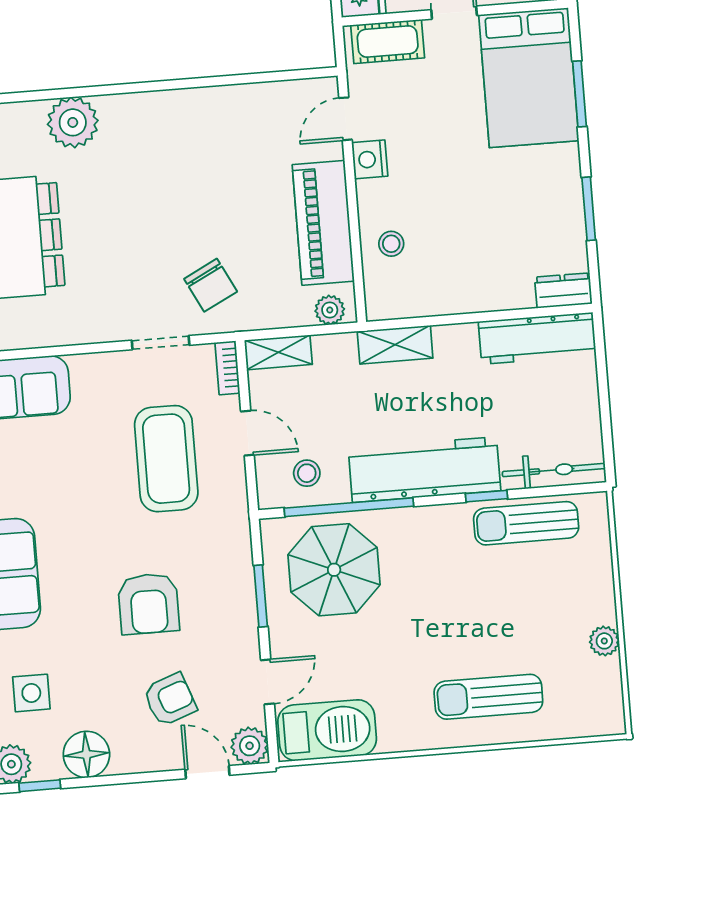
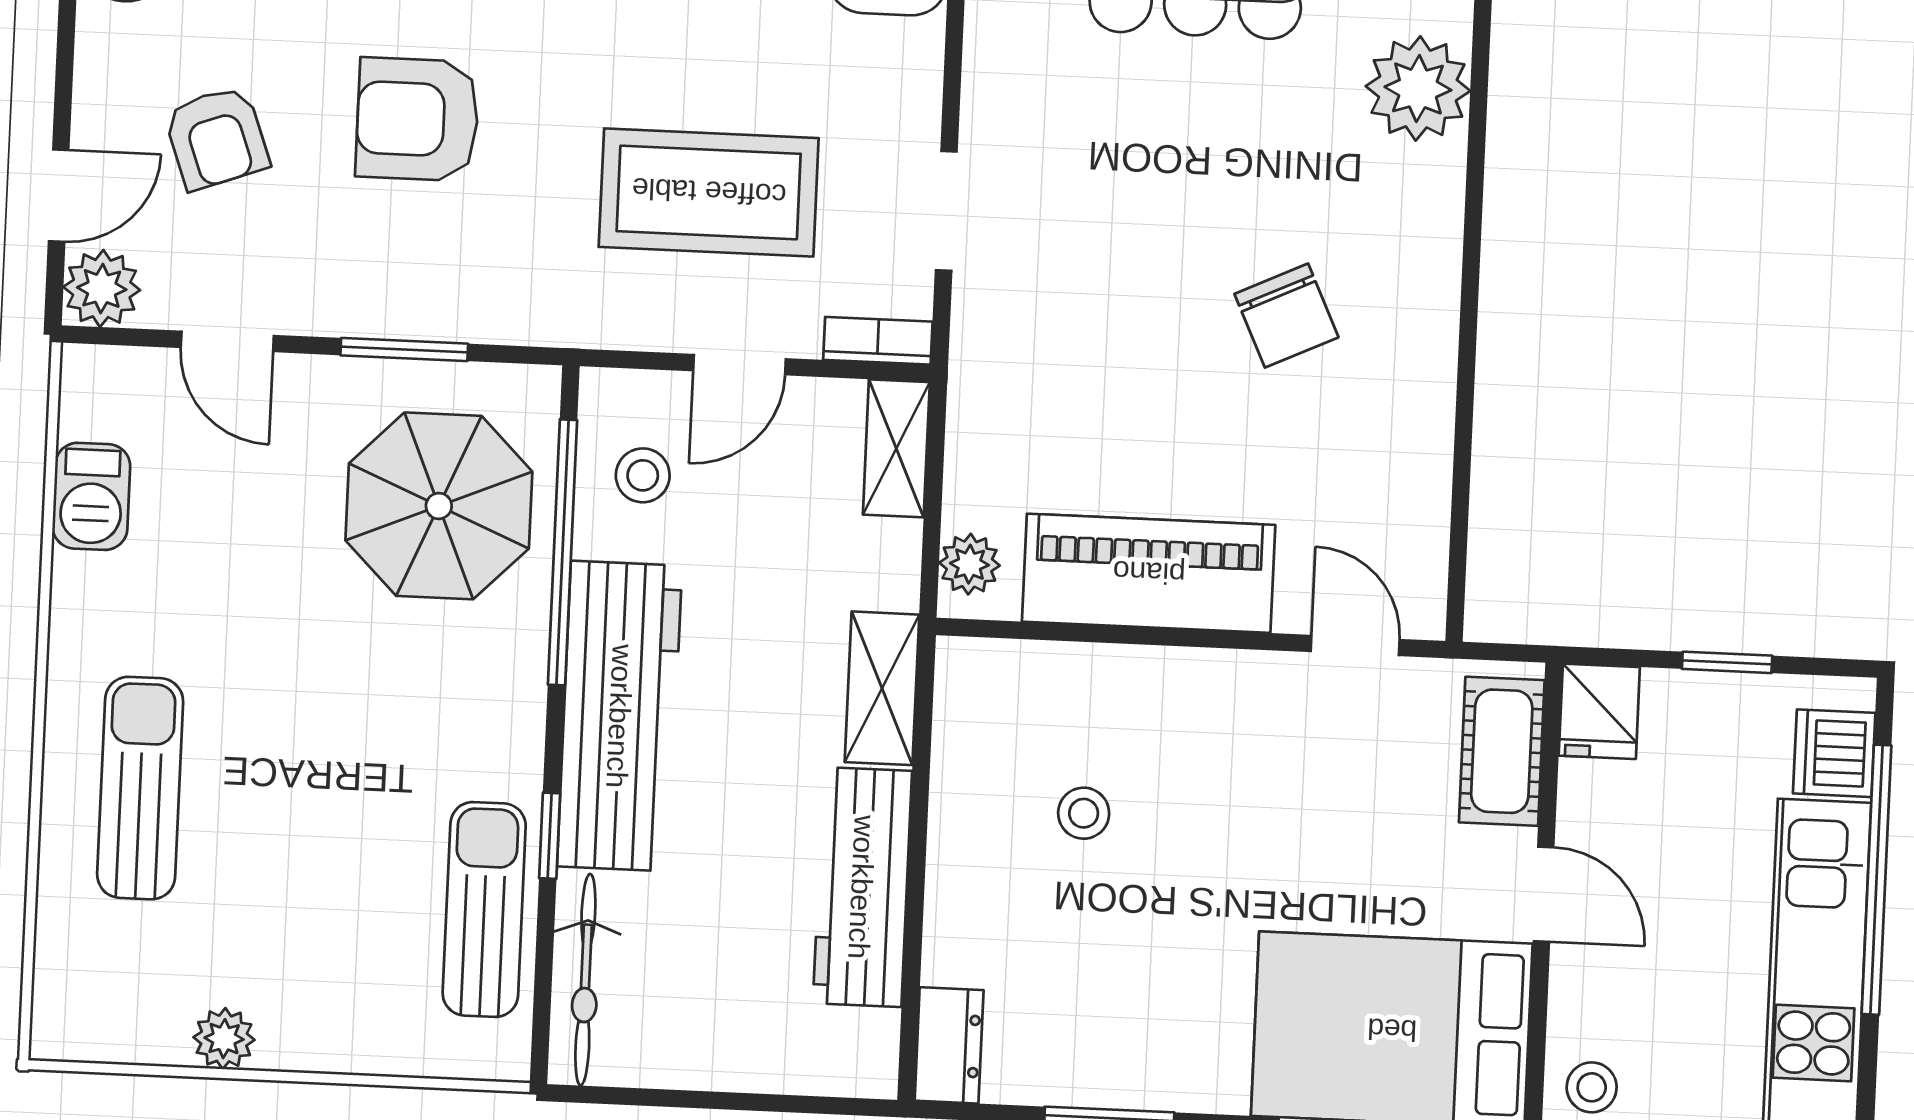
nightstand: (370, 159) -> (1266, 684), removed
stool: (391, 244) -> (1084, 813), moved
chair: (211, 285) -> (1286, 316), moved, turned -88
workbench: (537, 338) -> (862, 887), moved
barbecue: (327, 730) -> (91, 496), width x0.53, depth x0.65

